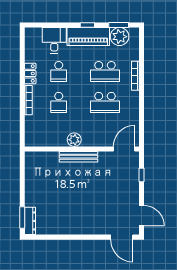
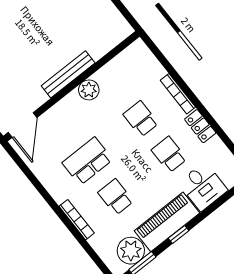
school desk: (105, 71) -> (116, 197), width x0.54

